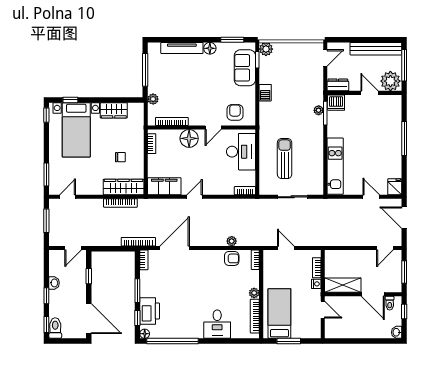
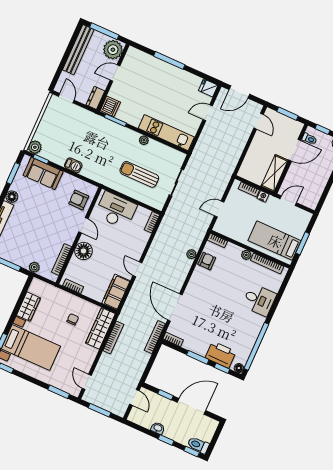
plant: (319, 110) -> (144, 140), moved
door: (89, 319) -> (192, 406), moved

